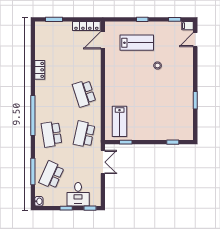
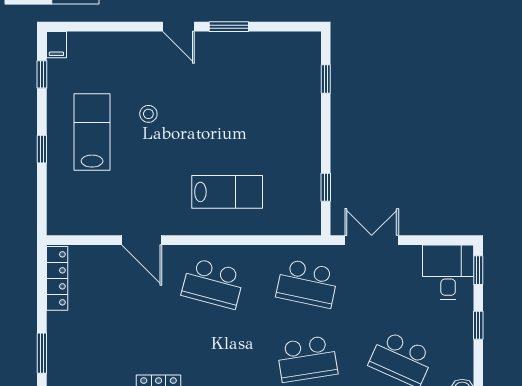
door: (103, 40) -> (142, 240), moved
door: (195, 40) -> (178, 27), moved
lab bench: (137, 43) -> (92, 132), moved
school desk: (84, 93) -> (213, 283), turned 33
lab bench: (120, 121) -> (227, 192), moved
desk: (78, 194) -> (448, 272), moved, turned -90

